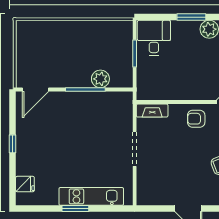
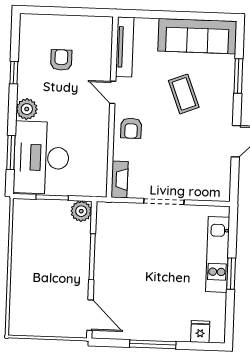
window: (191, 17) -> (11, 152), moved
desk: (154, 38) -> (41, 158), width x1.87, depth x1.30
plant: (100, 79) -> (81, 211), moved
window: (13, 144) -> (153, 344), width x2.17

